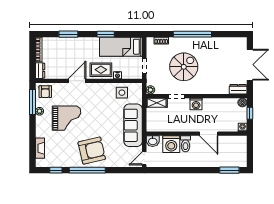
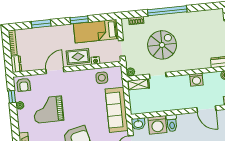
window: (33, 102) -> (12, 97), width x0.46
washing machine: (196, 104) -> (196, 80), moved
grand piano: (67, 118) -> (48, 110), turned 180
door: (209, 134) -> (206, 109), moved

